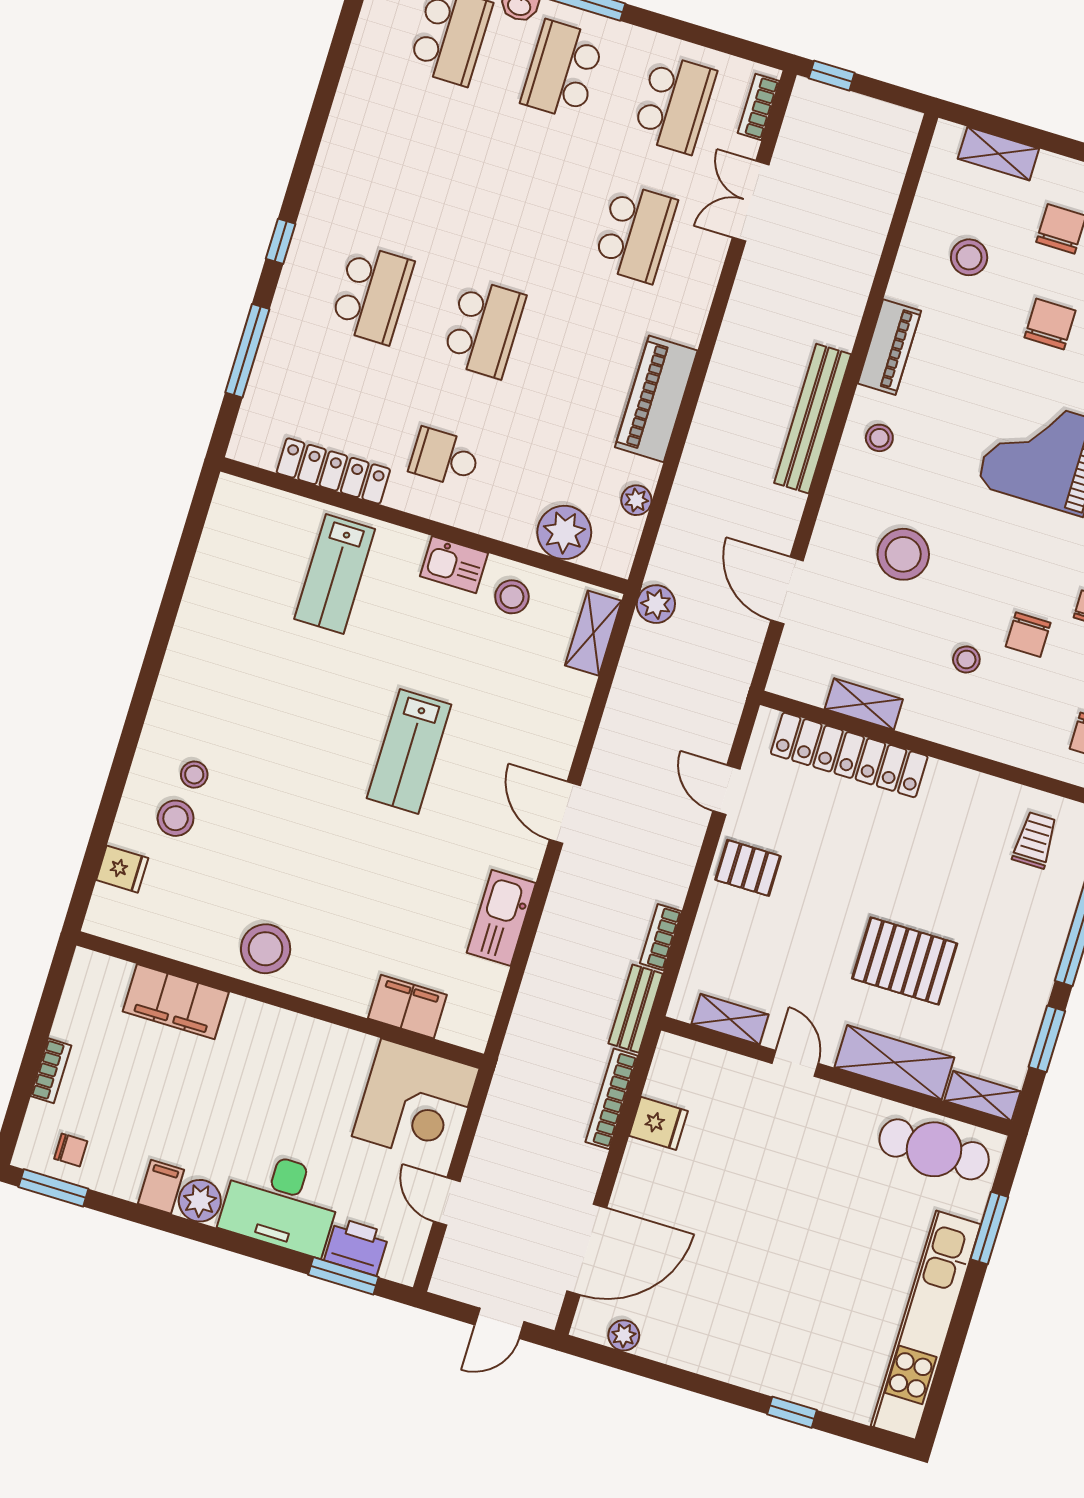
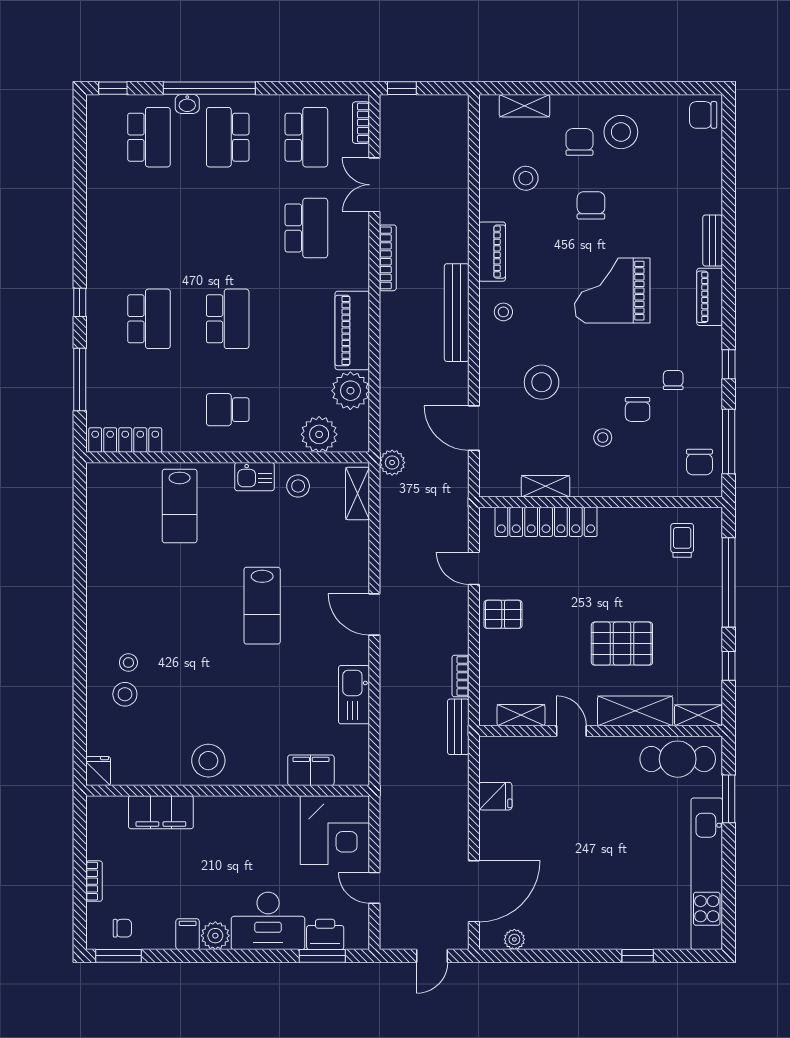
locker: (333, 471) -> (125, 440), moved
plant: (636, 500) -> (350, 391), width x1.88, depth x1.88
fridge: (122, 869) -> (98, 771), moved, turned -90
window: (1047, 1039) -> (729, 666), width x0.67
bookcase: (612, 1099) -> (388, 258), moved, turned 180

